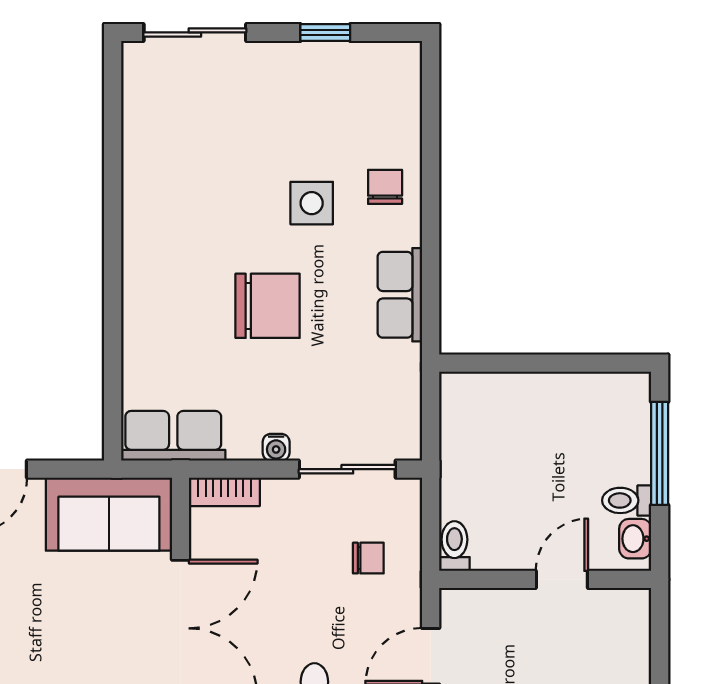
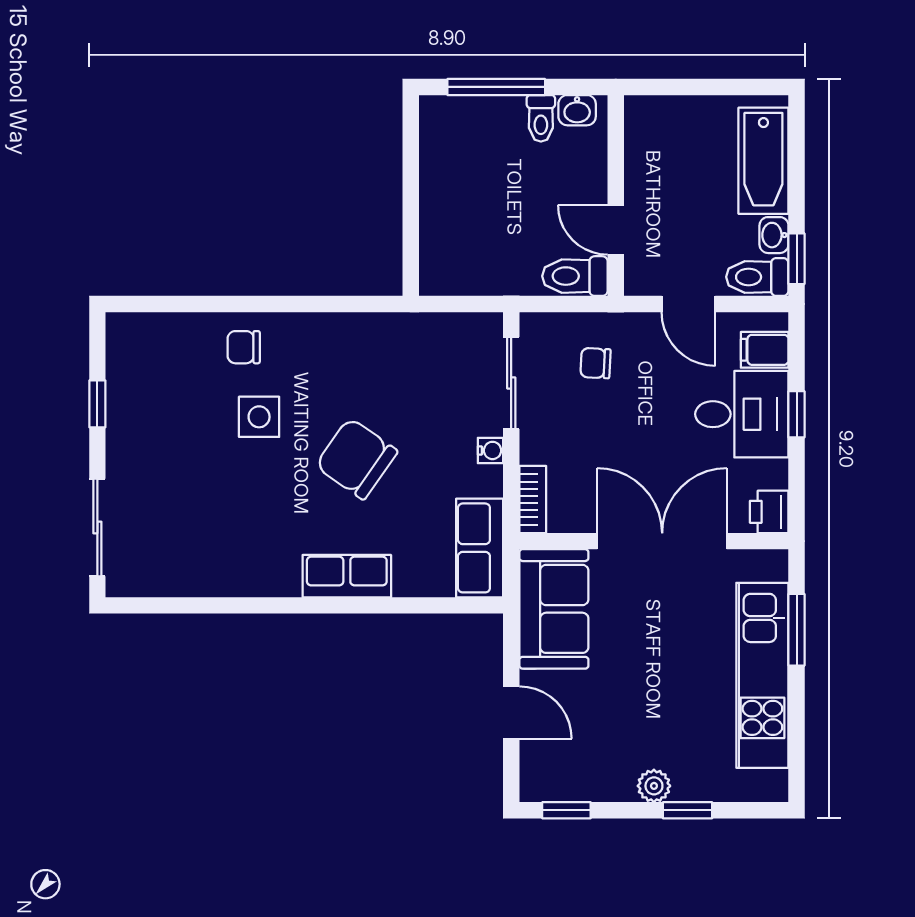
row of seats: (400, 295) -> (347, 576), moved, turned 180
chair: (268, 306) -> (356, 459), turned -55
toilet: (454, 546) -> (575, 276), width x1.37, depth x1.39
chair: (368, 558) -> (595, 363), turned -87
door: (562, 579) -> (616, 230), moved

